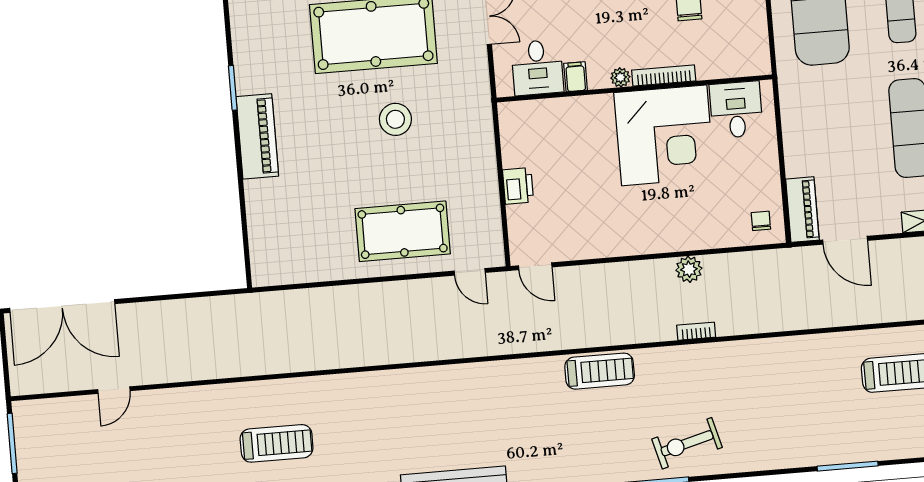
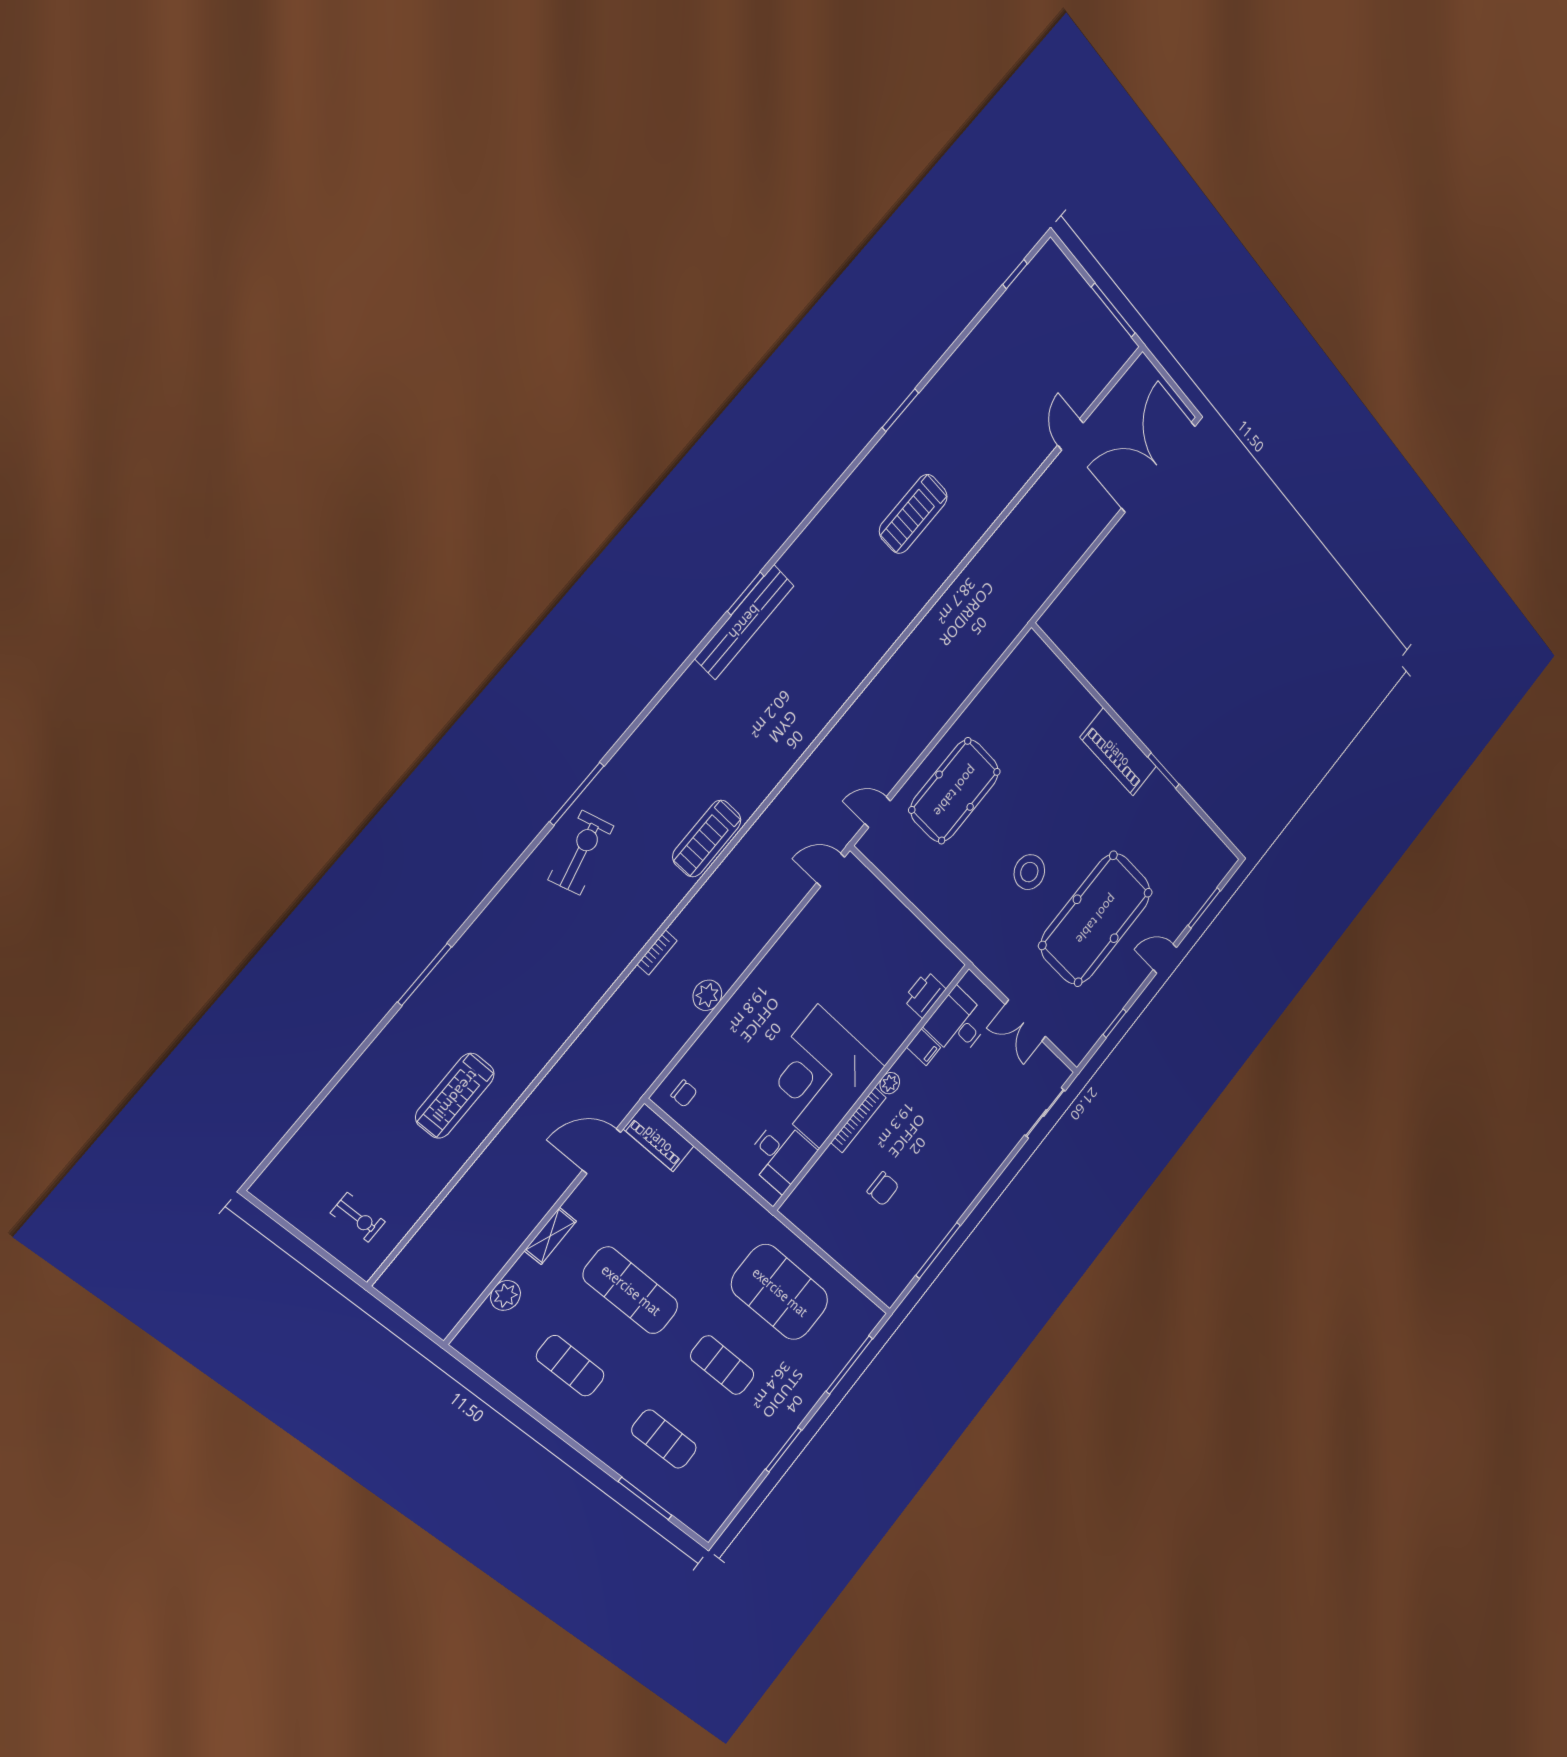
printer: (518, 186) -> (925, 994), moved, turned 90

